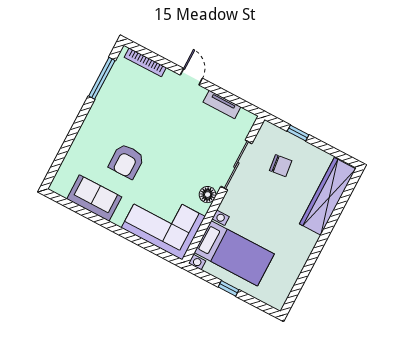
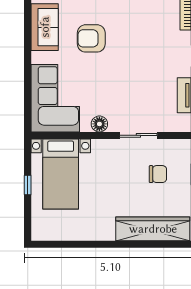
sliding door: (236, 165) -> (138, 135), width x0.73
chair: (281, 166) -> (158, 174), turned -83

